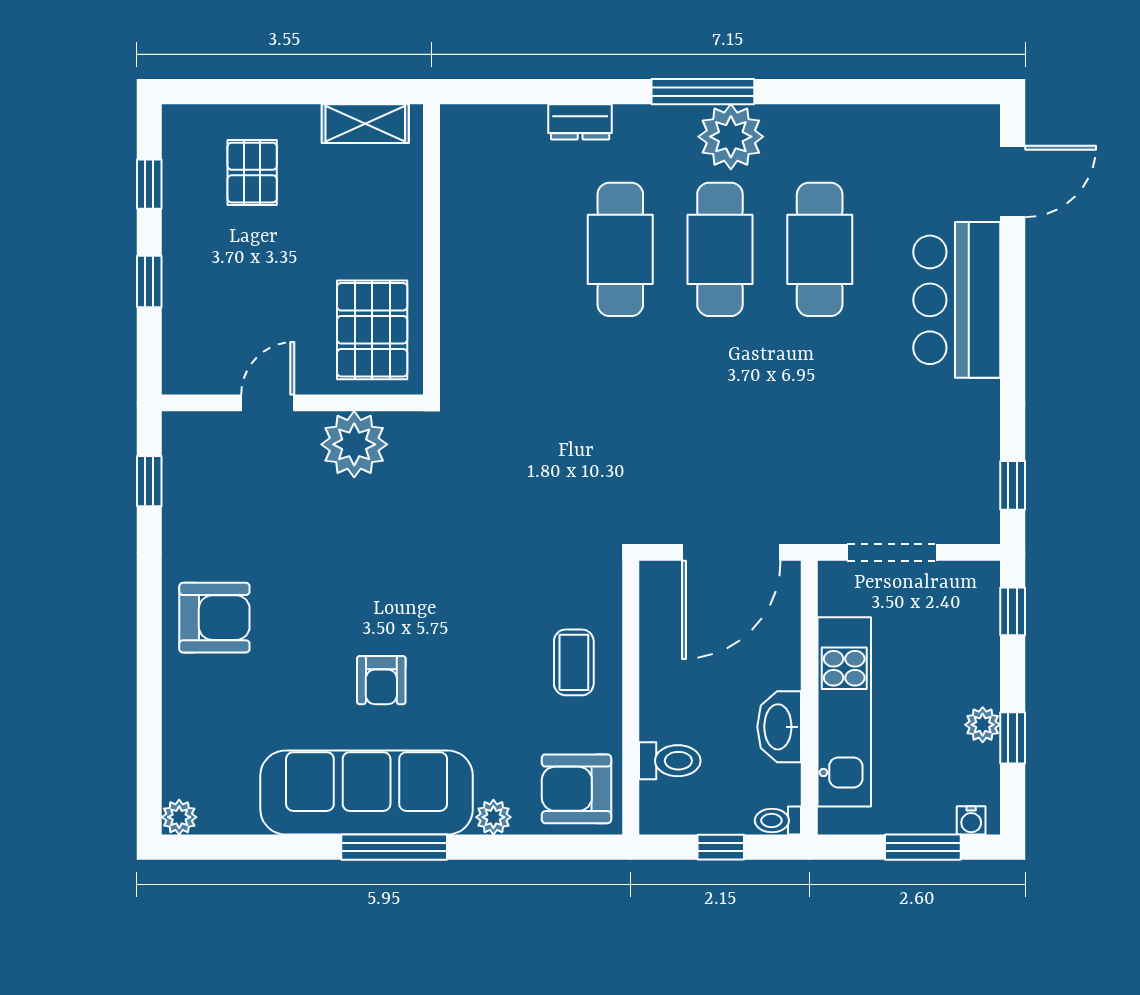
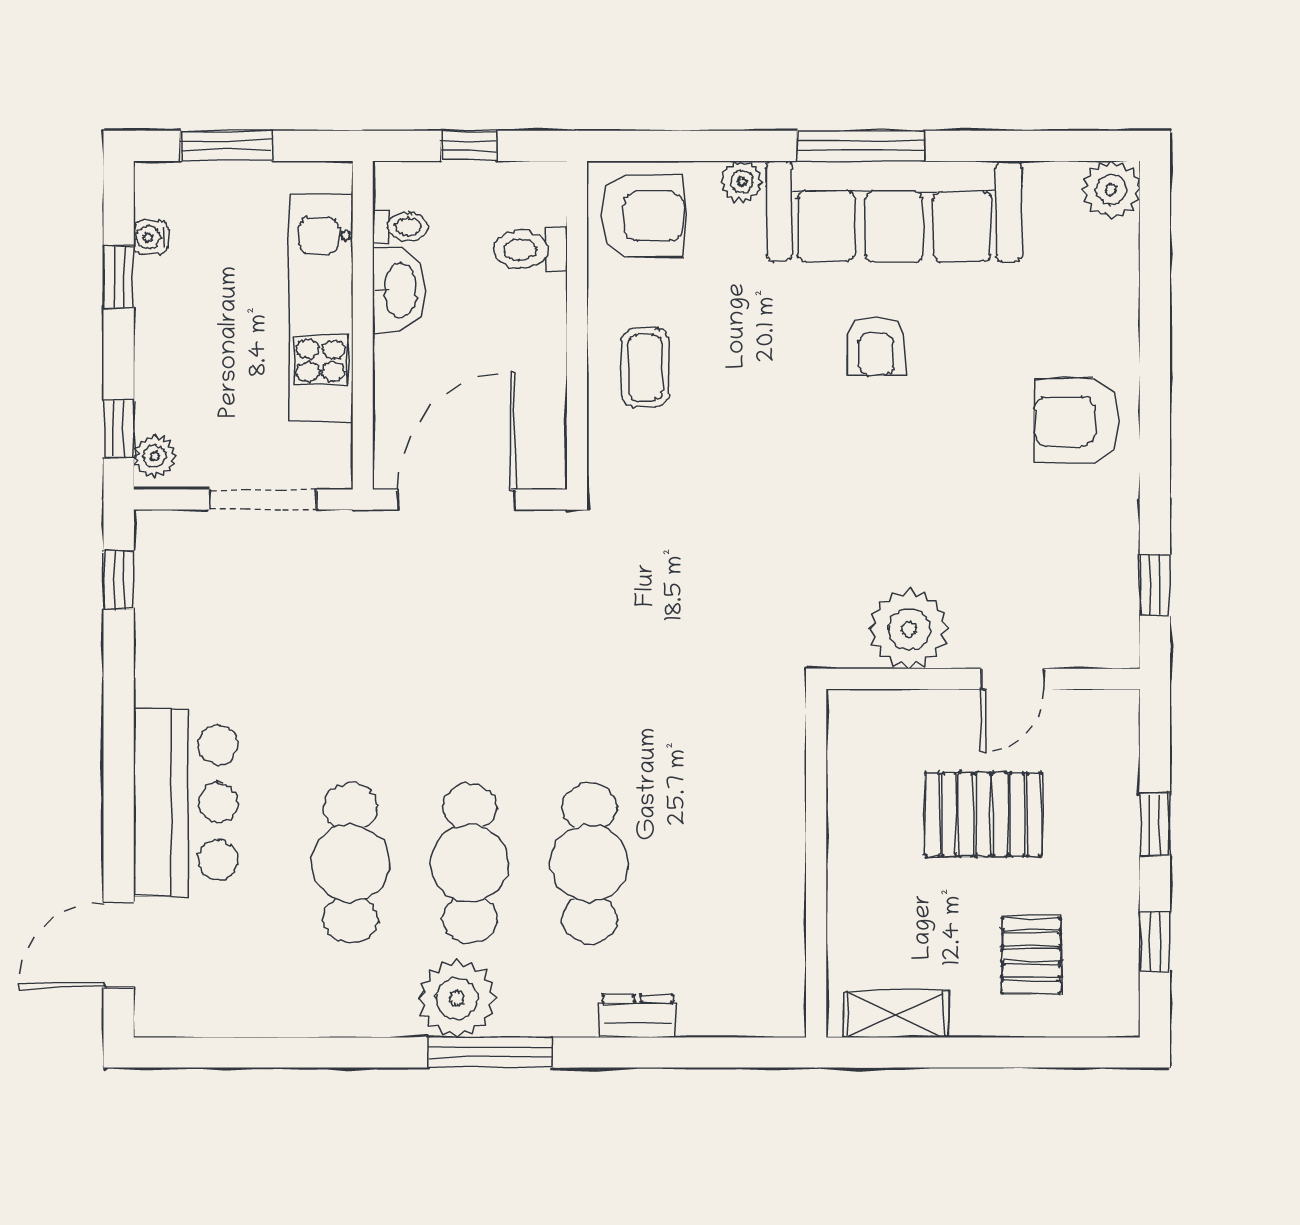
pallet: (372, 330) -> (983, 814), moved, turned 90
armchair: (381, 680) -> (876, 346), turned 180
plant: (983, 725) -> (155, 456), moved
plant: (179, 817) -> (1111, 190), width x1.38, depth x1.38
toilet: (778, 820) -> (400, 227), moved
water cooler: (971, 820) -> (151, 237), moved, turned -90

